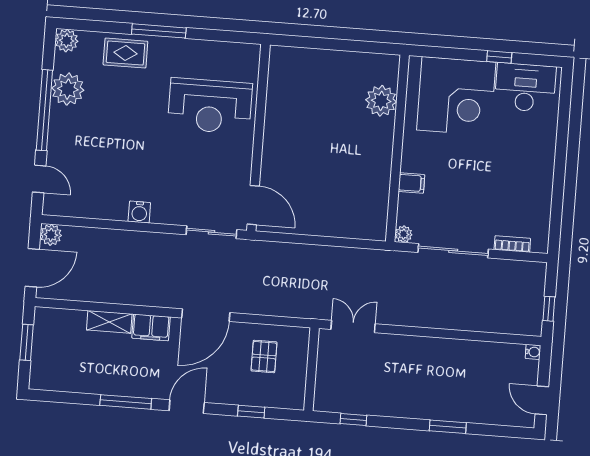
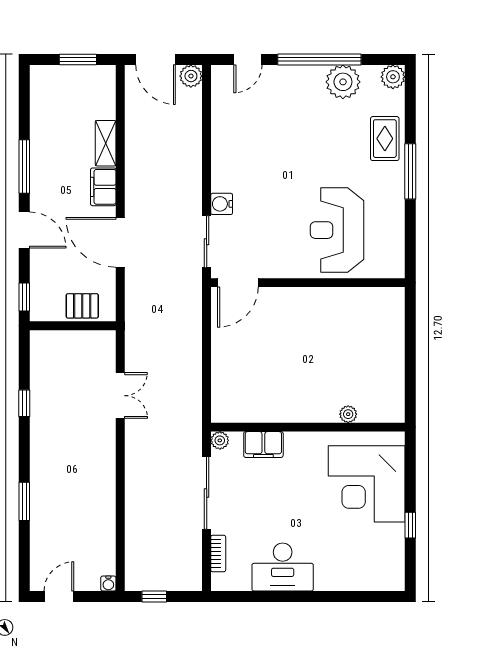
desk: (525, 88) -> (283, 567), moved, turned 90
plant: (381, 101) -> (348, 414), width x0.53, depth x0.53
filing cabinet: (412, 183) -> (263, 445), width x2.00
water cooler: (139, 212) -> (222, 204), moved
wall: (311, 369) -> (73, 326), moved

